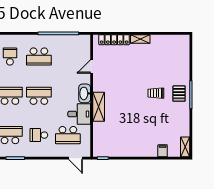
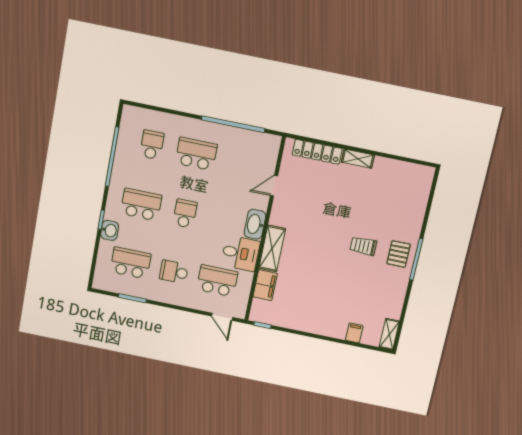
school desk: (39, 56) -> (196, 154), turned 180
school desk: (39, 96) -> (185, 214), width x0.54
filing cabinet: (99, 131) -> (265, 285), added
school desk: (68, 135) -> (217, 281), turned 180

